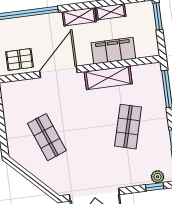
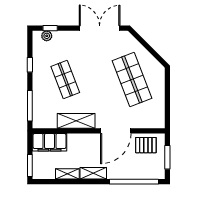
filing cabinet: (113, 51) -> (50, 142), moved
shop shelf: (128, 127) -> (65, 79), turned -36
shop shelf: (47, 137) -> (132, 79), width x1.43, depth x1.36

